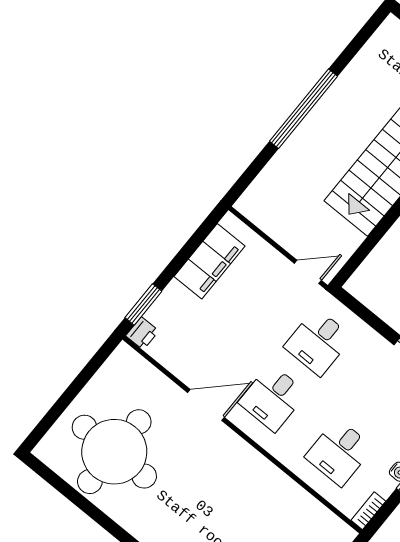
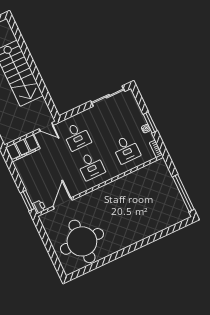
filing cabinet: (210, 261) -> (23, 148), moved, turned 90
door: (308, 272) -> (46, 127), swing flipped
door: (206, 405) -> (62, 203), moved

